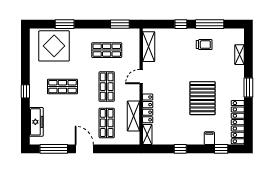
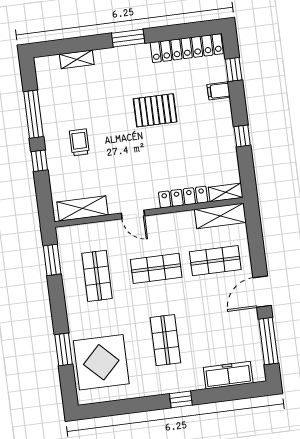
trolley: (204, 45) -> (79, 142), moved
pallet: (202, 98) -> (155, 110), width x0.73, depth x0.71
shelving: (133, 116) -> (220, 216), moved

